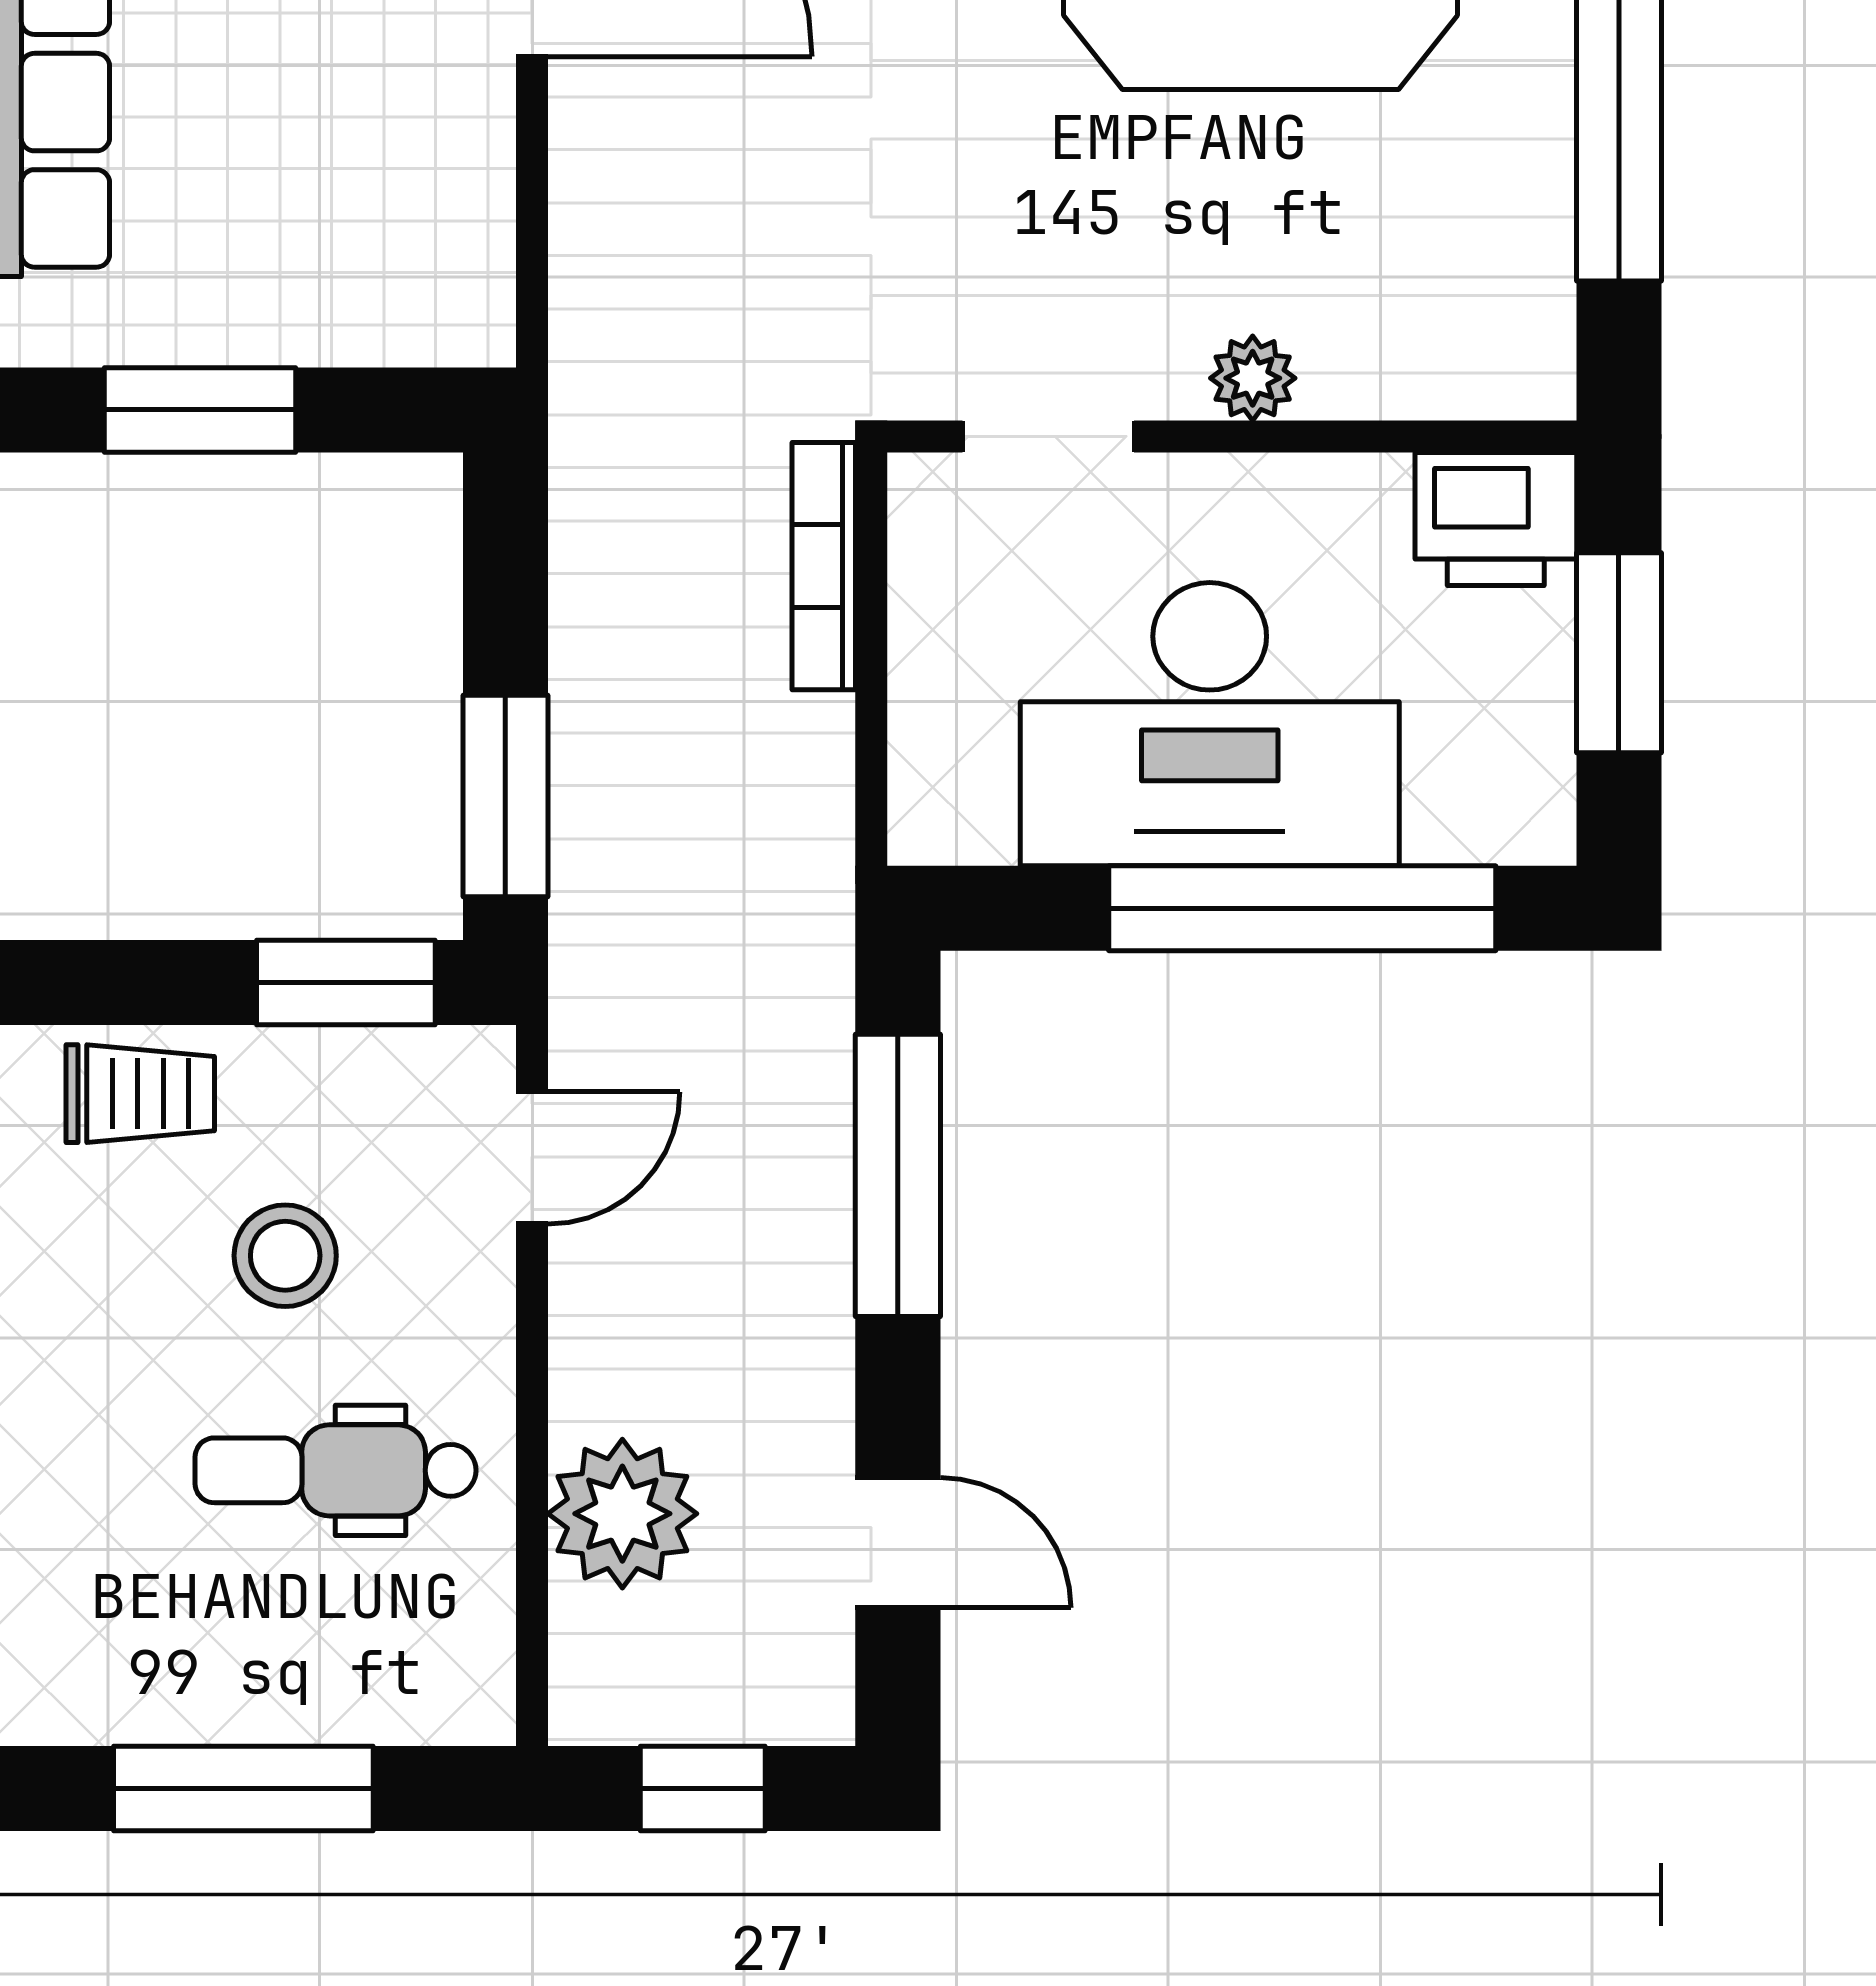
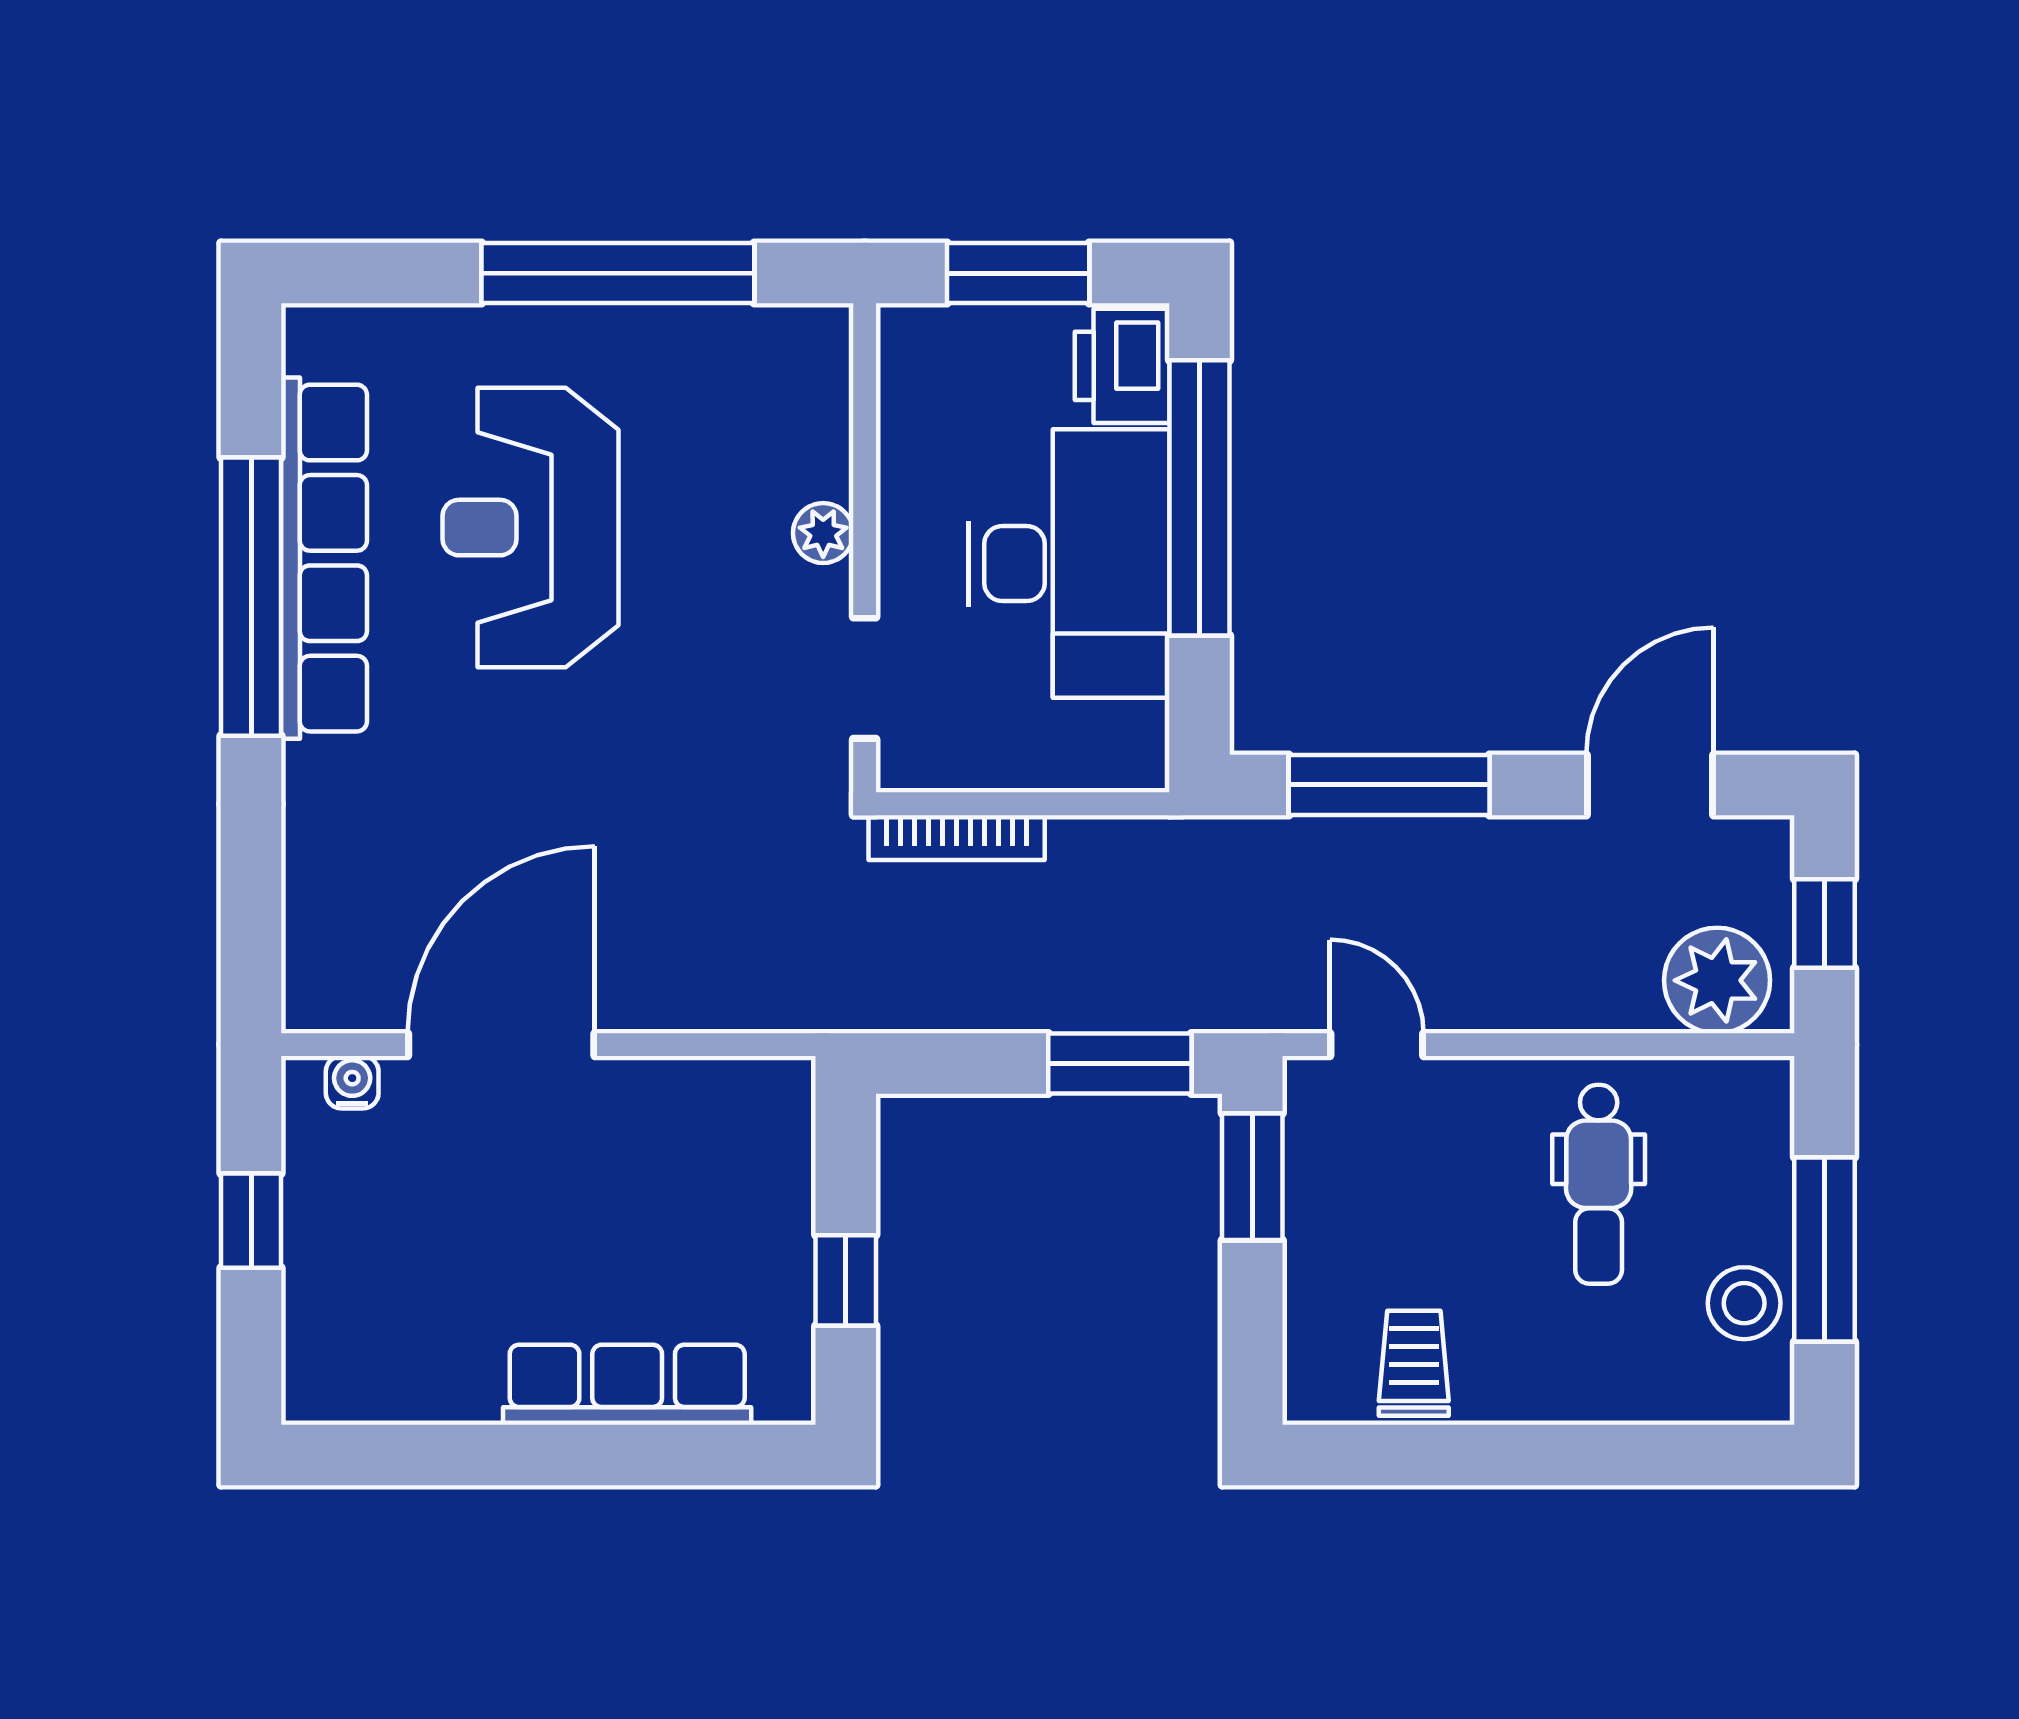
window: (200, 410) -> (846, 1280), width x0.67
printer: (1496, 519) -> (1122, 366), moved, turned 180
trolley: (140, 1094) -> (1414, 1363), moved
stool: (285, 1256) -> (1744, 1303), moved
plant: (622, 1514) -> (1717, 980), moved
door: (898, 1543) -> (1650, 785), width x1.38

